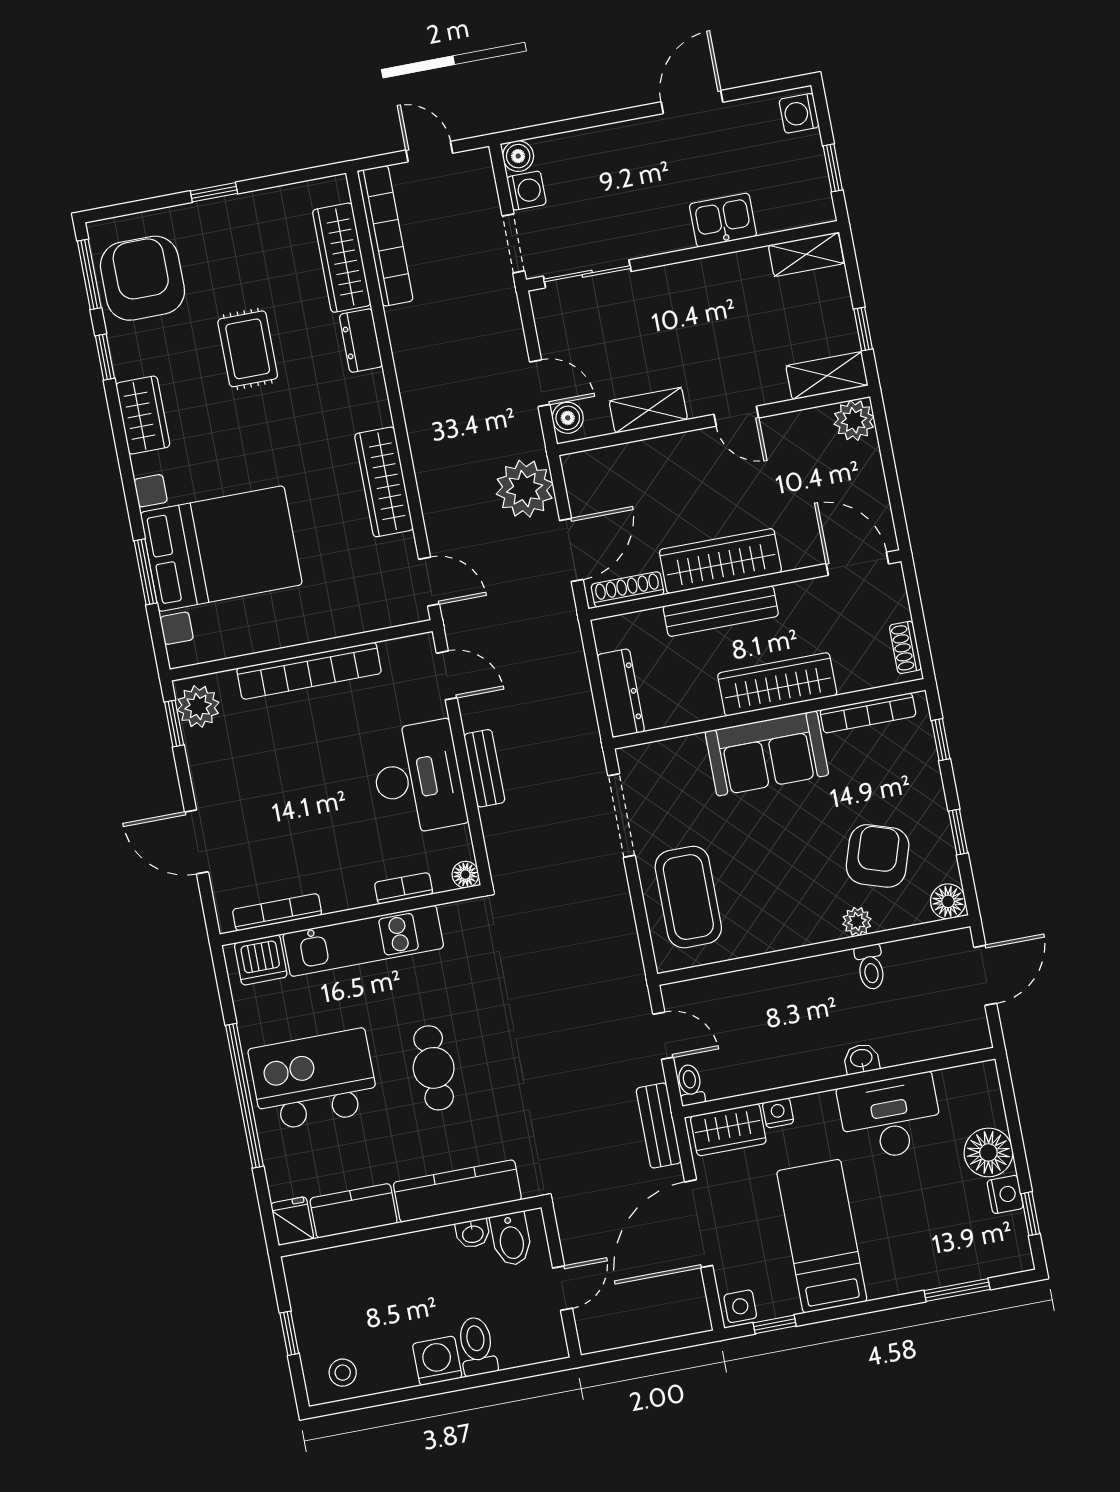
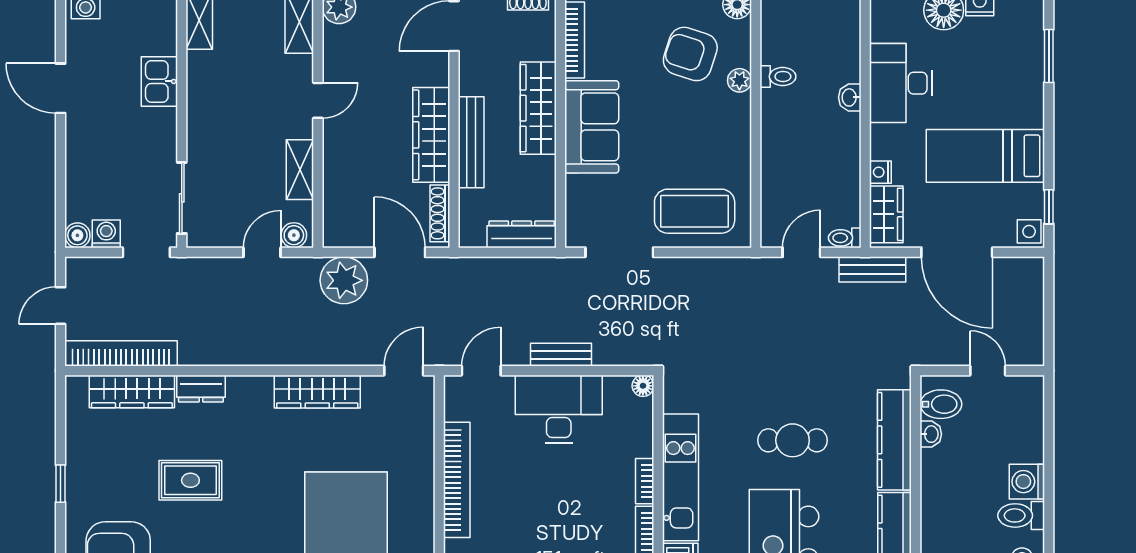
bookcase: (404, 888) -> (645, 481), moved
toilet: (477, 1346) -> (1021, 515), moved

